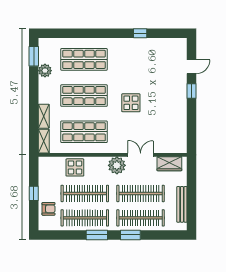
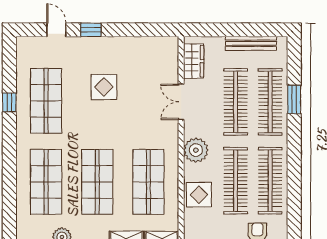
shop shelf: (141, 59) -> (46, 101), added
display table: (131, 103) -> (104, 87), moved
plant: (117, 165) -> (196, 150), moved
window: (97, 235) -> (294, 164), removed
window: (130, 235) -> (294, 99), moved

